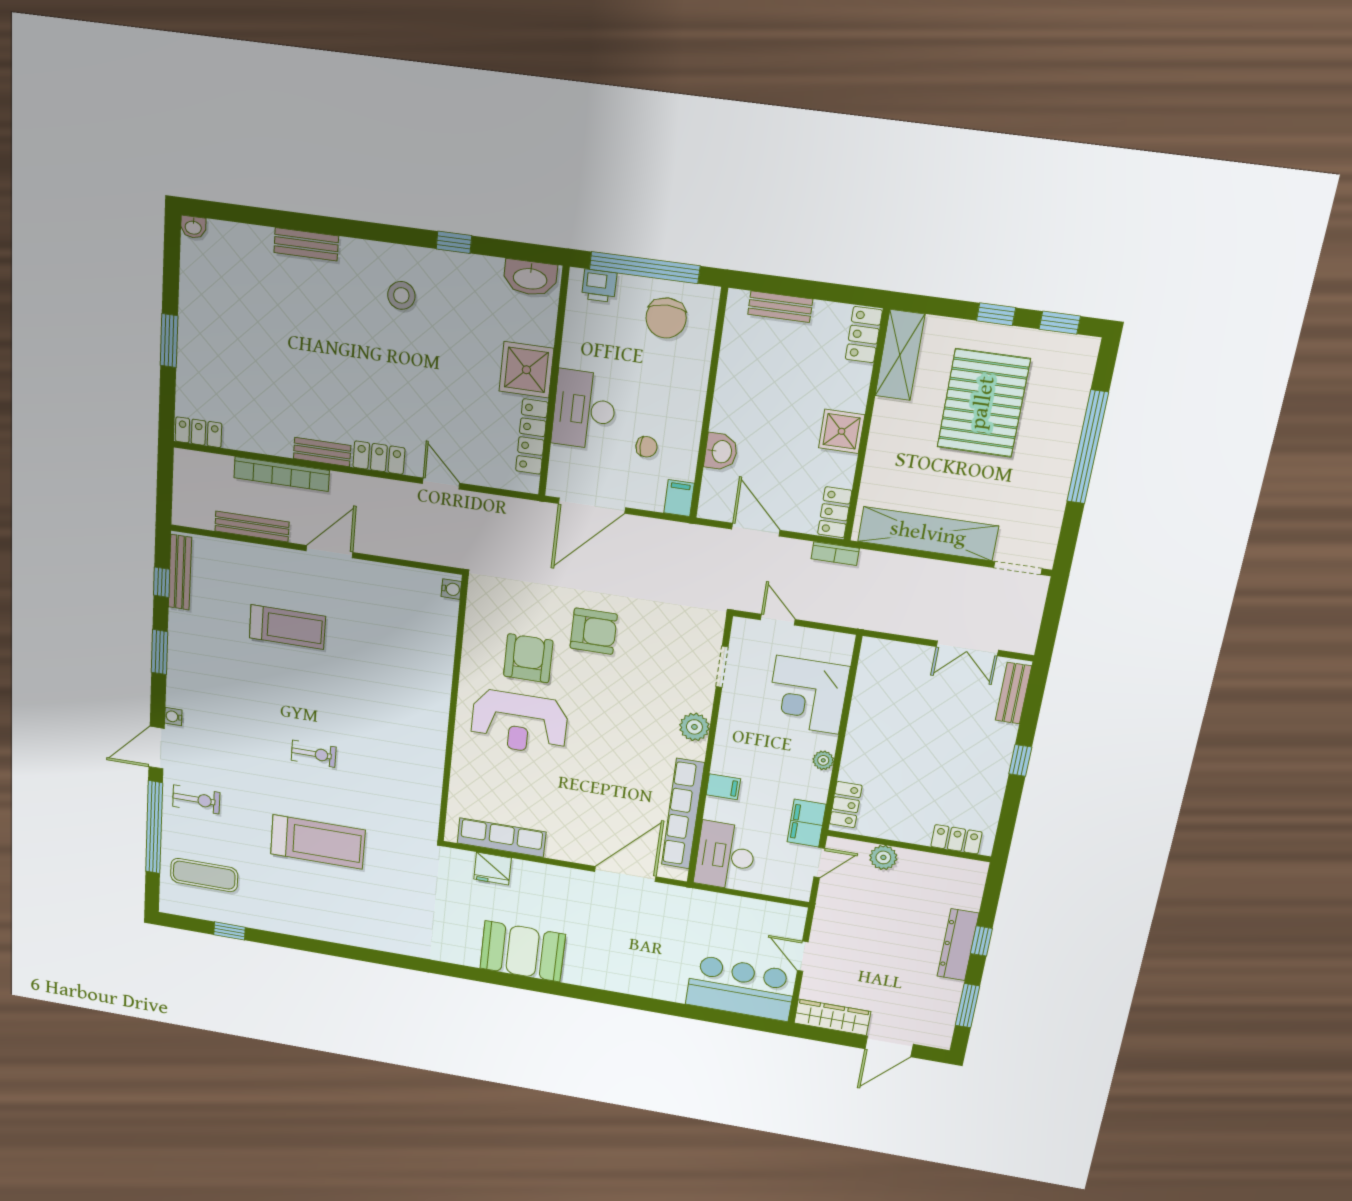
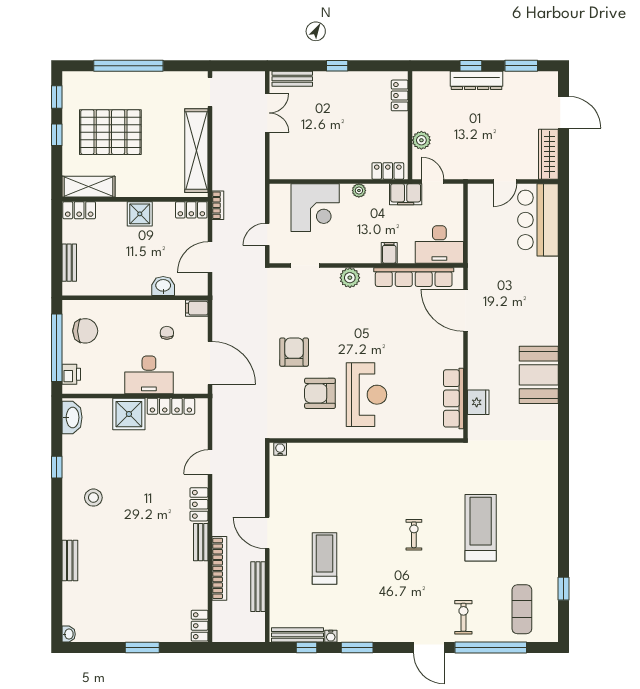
water cooler: (173, 717) -> (331, 636), moved

